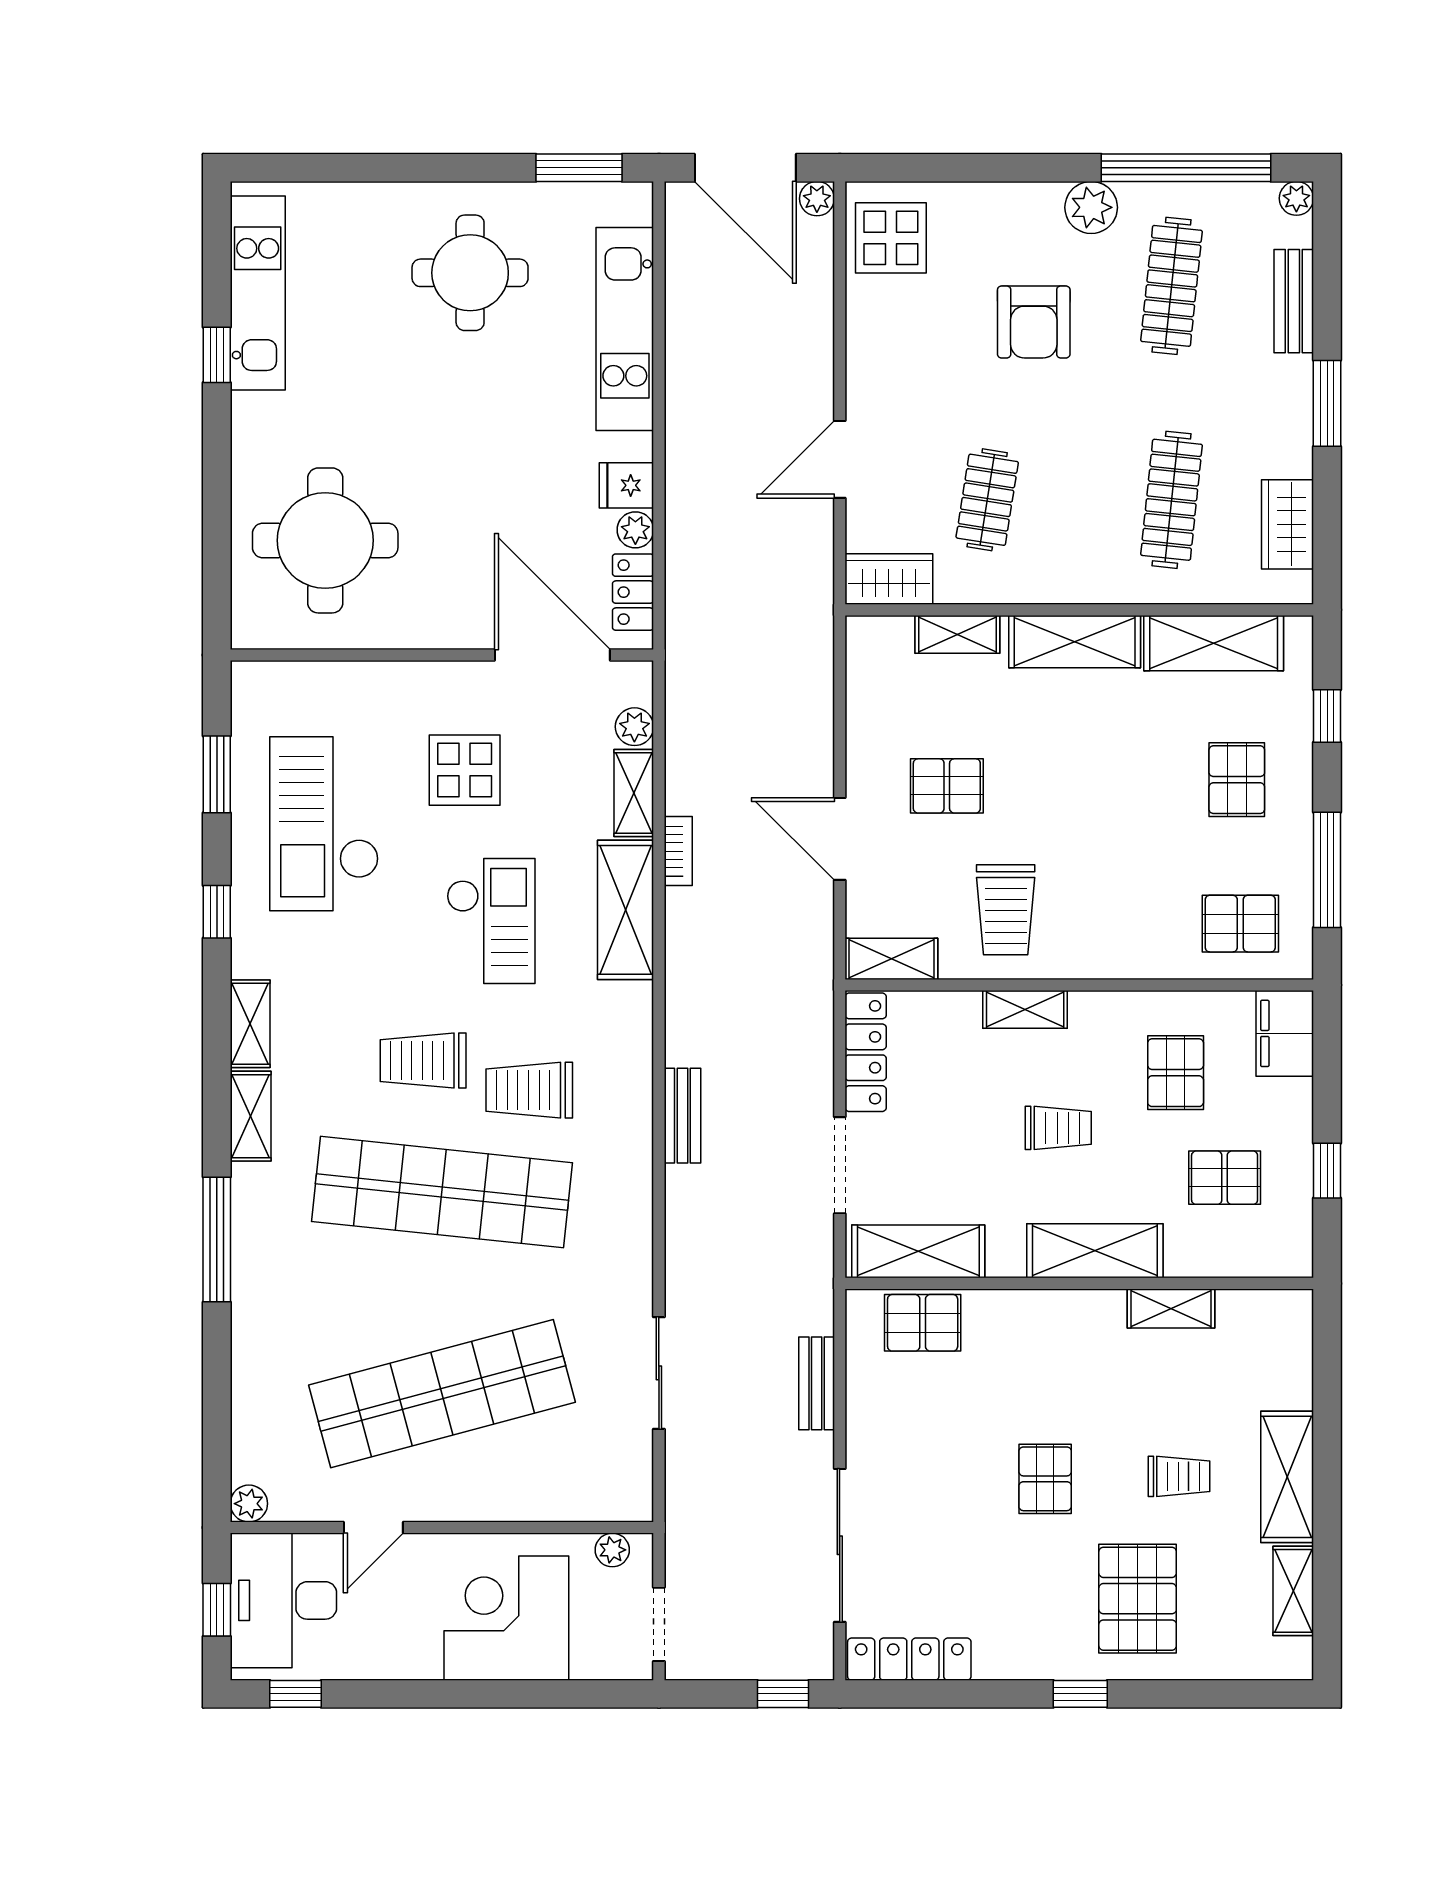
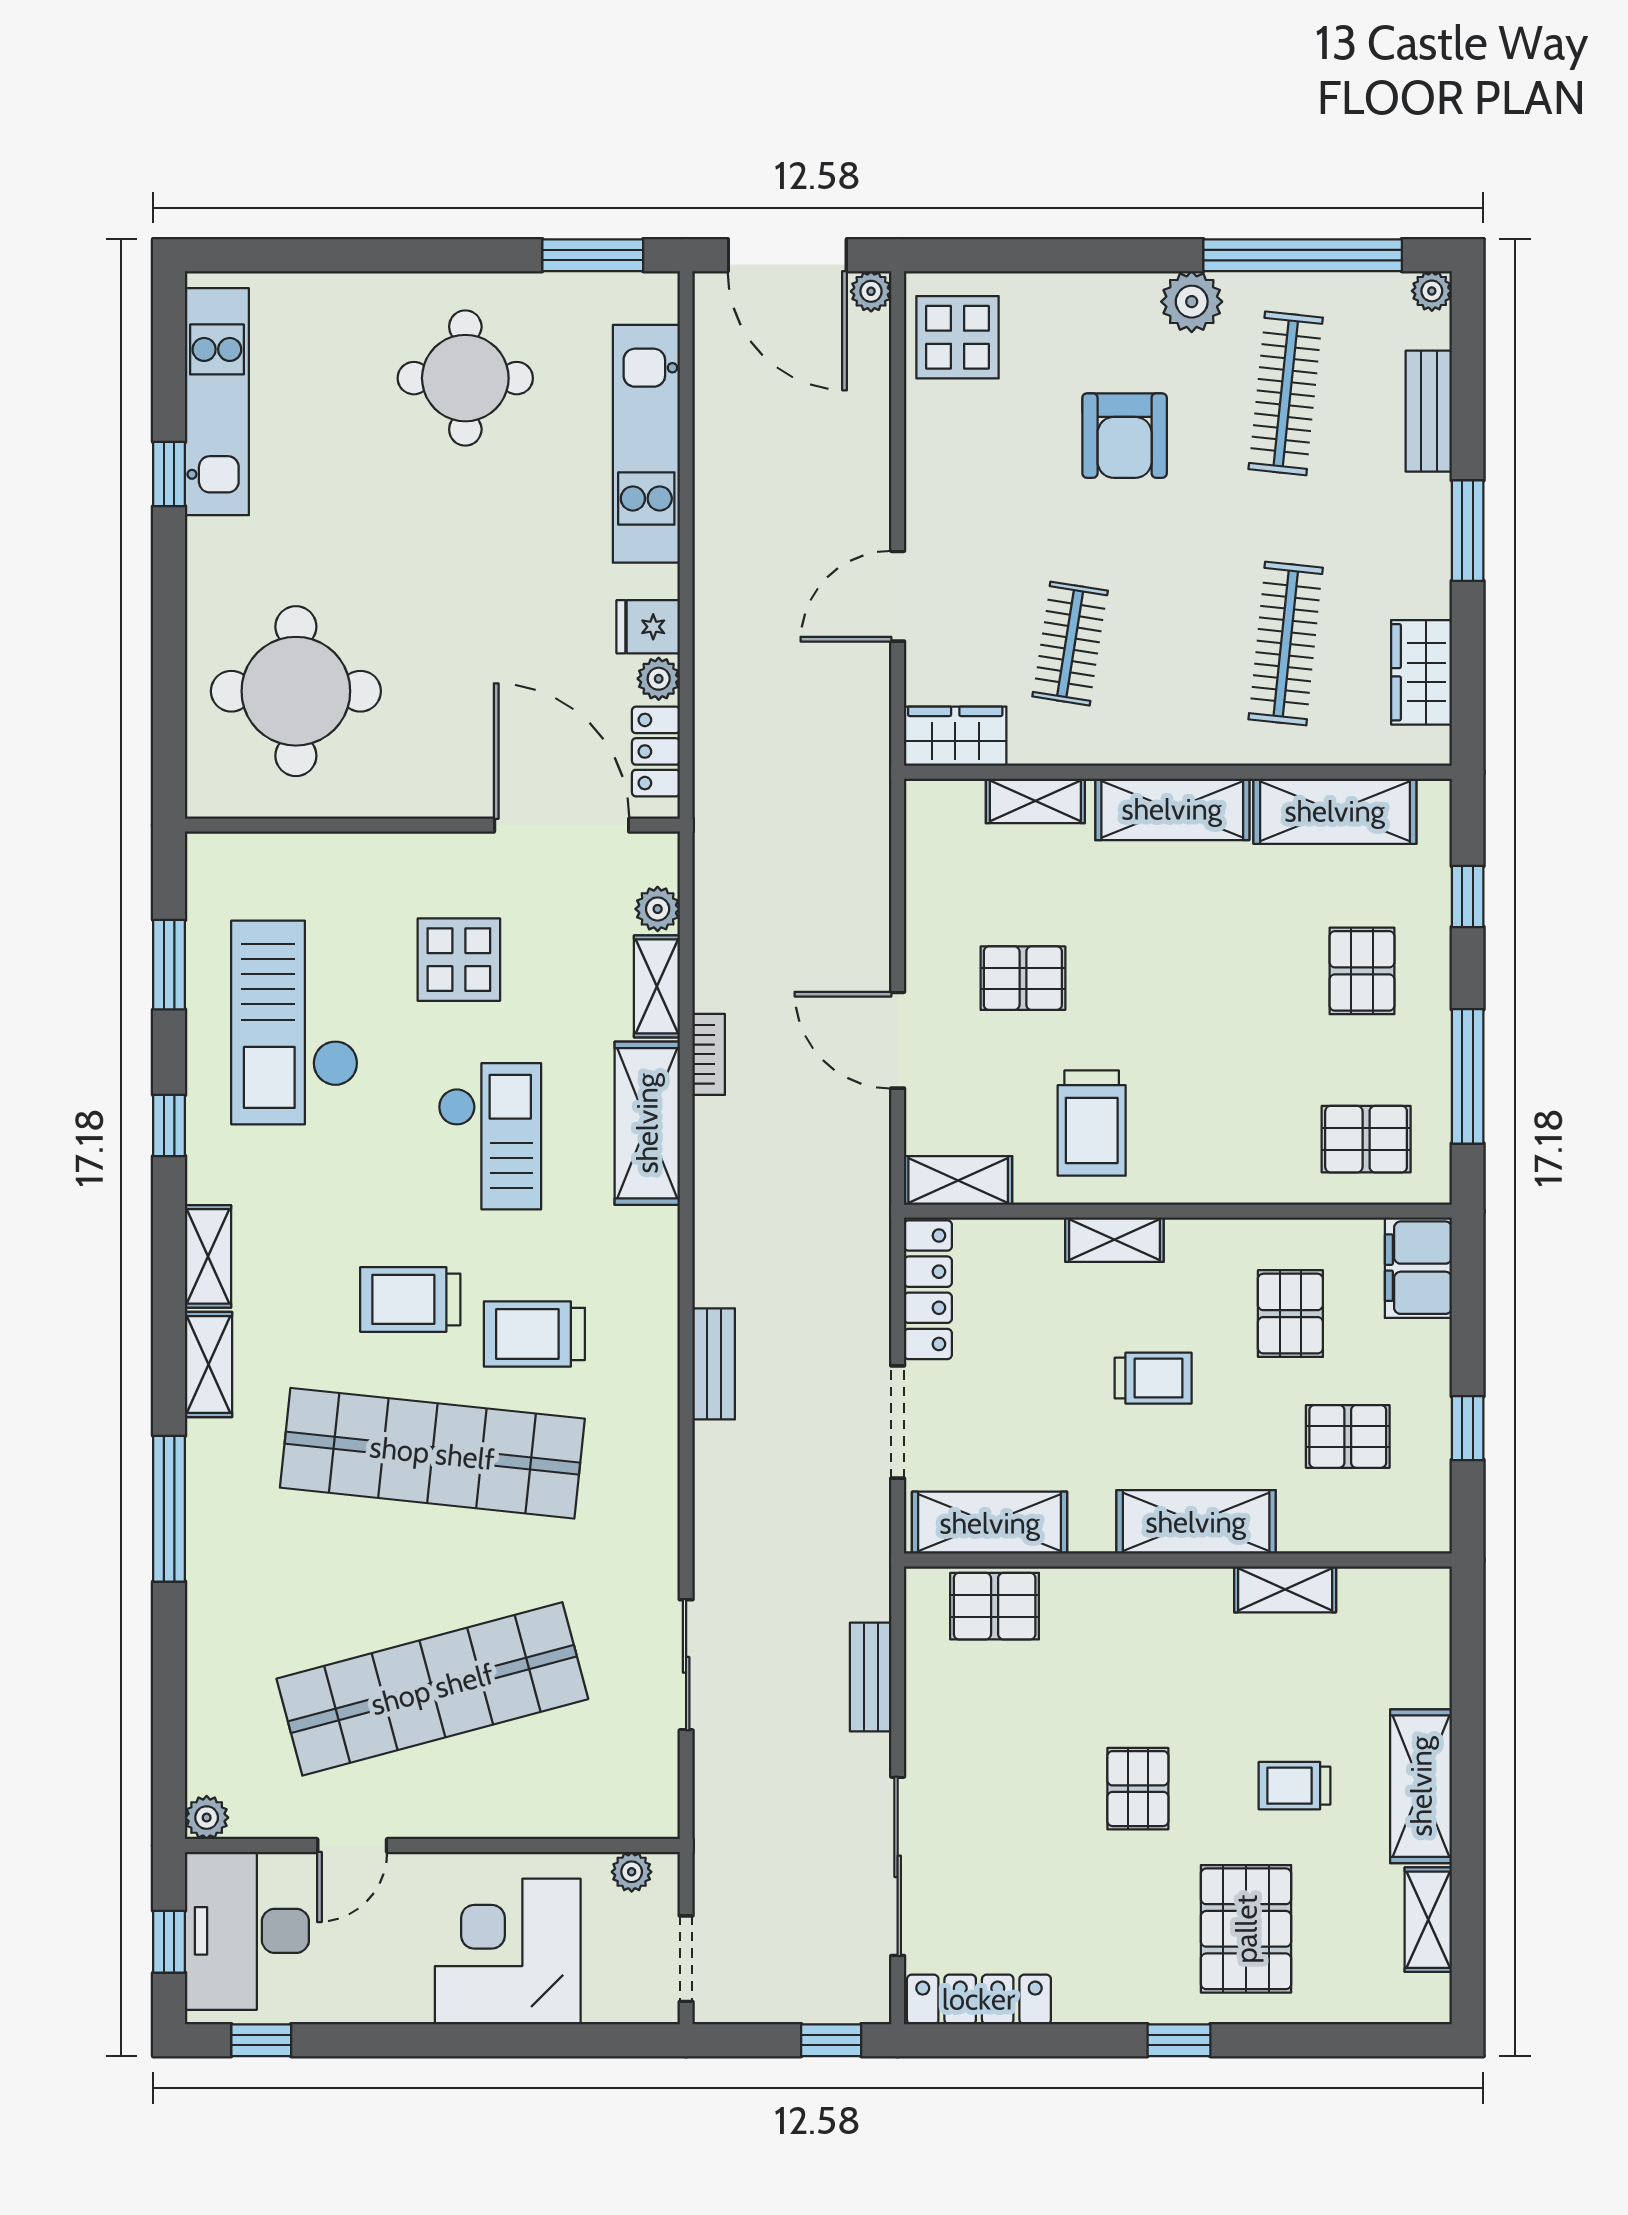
trolley: (1179, 1476) -> (1294, 1786), turned 180

